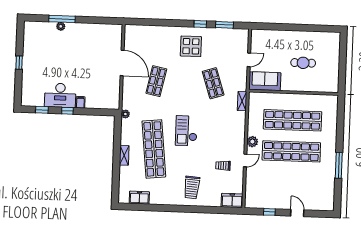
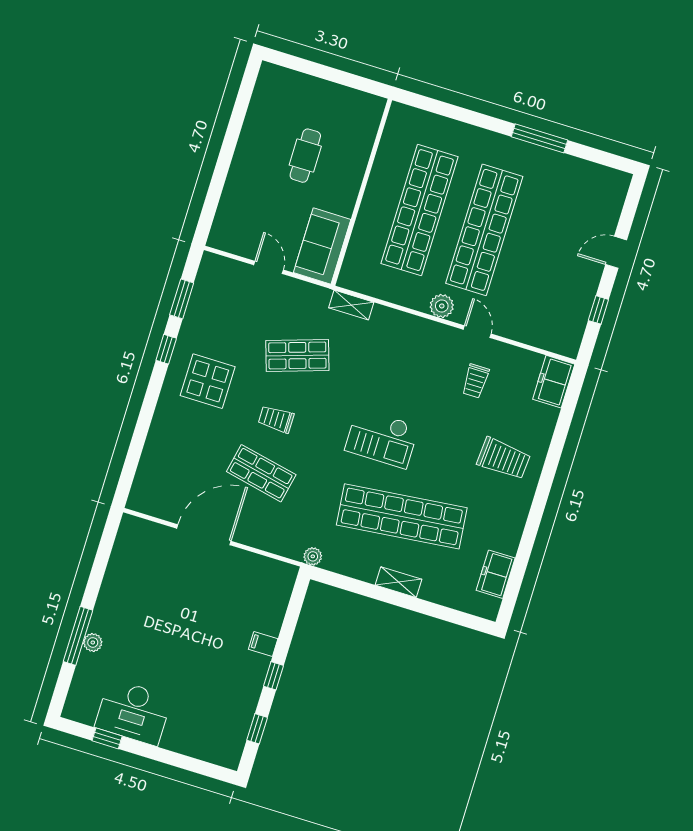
window: (19, 63) -> (107, 738), moved
trolley: (182, 81) -> (276, 419), added
desk: (60, 95) -> (133, 712), moved, turned 90

